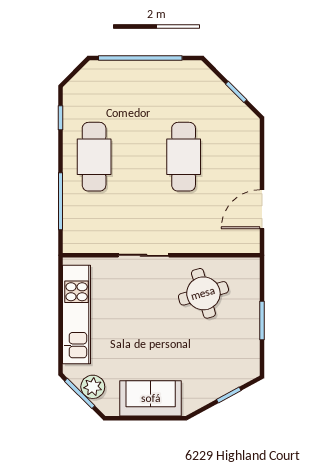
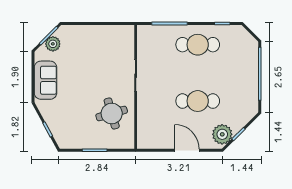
plant: (237, 118) -> (222, 134), added
door: (262, 209) -> (187, 150), moved
kitchen unit: (77, 314) -> (98, 34), removed

